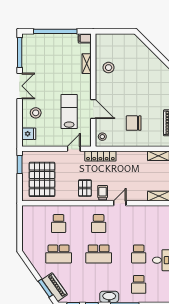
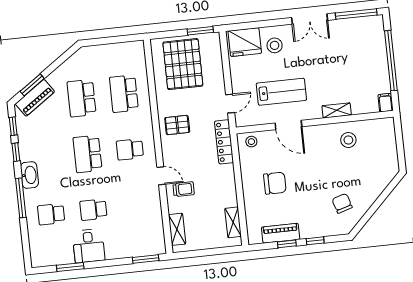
shelving: (87, 64) -> (337, 110), moved
chair: (153, 77) -> (342, 203), added
door: (93, 109) -> (288, 125), hinge flipped
chair: (134, 123) -> (275, 183), turned 90
fridge: (29, 134) -> (245, 42), width x1.88, depth x1.34
door: (74, 149) -> (230, 104), hinge flipped
pallet: (42, 179) -> (183, 64), turned 90
trolley: (103, 193) -> (184, 189), moved
school desk: (59, 224) -> (124, 94), width x1.85

